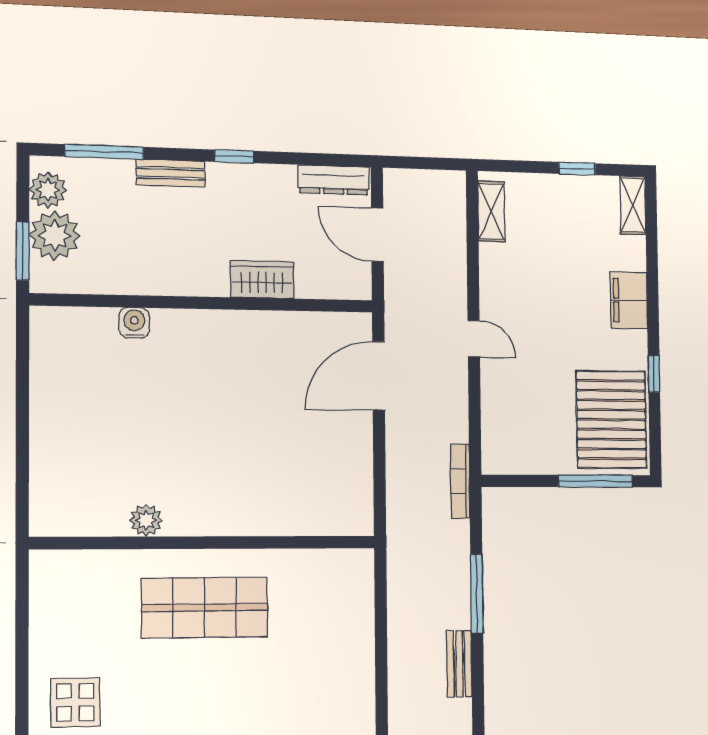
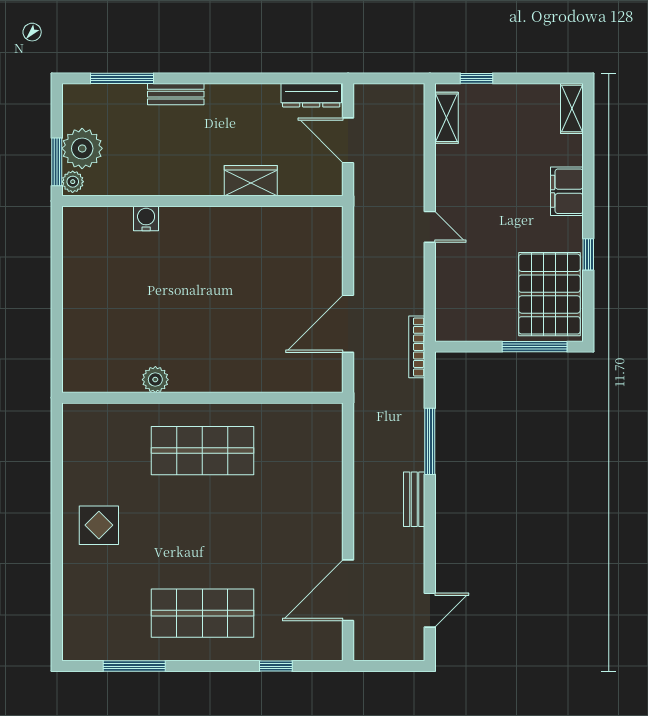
window: (234, 156) -> (228, 78), removed
window: (577, 169) -> (476, 78), moved
plant: (48, 190) -> (73, 182), moved, width x0.73, depth x0.73
door: (379, 376) -> (348, 324), moved

